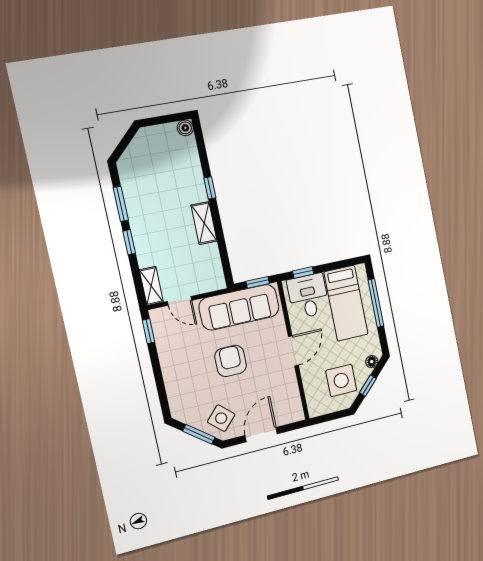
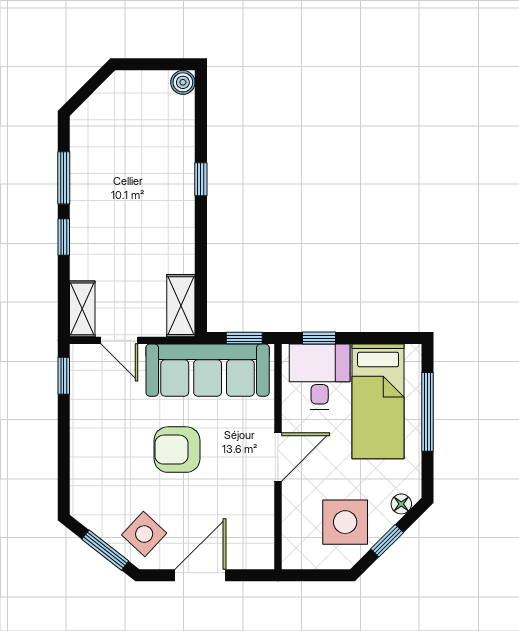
shelving: (204, 223) -> (181, 306), moved
armchair: (231, 361) -> (177, 450), turned -90

